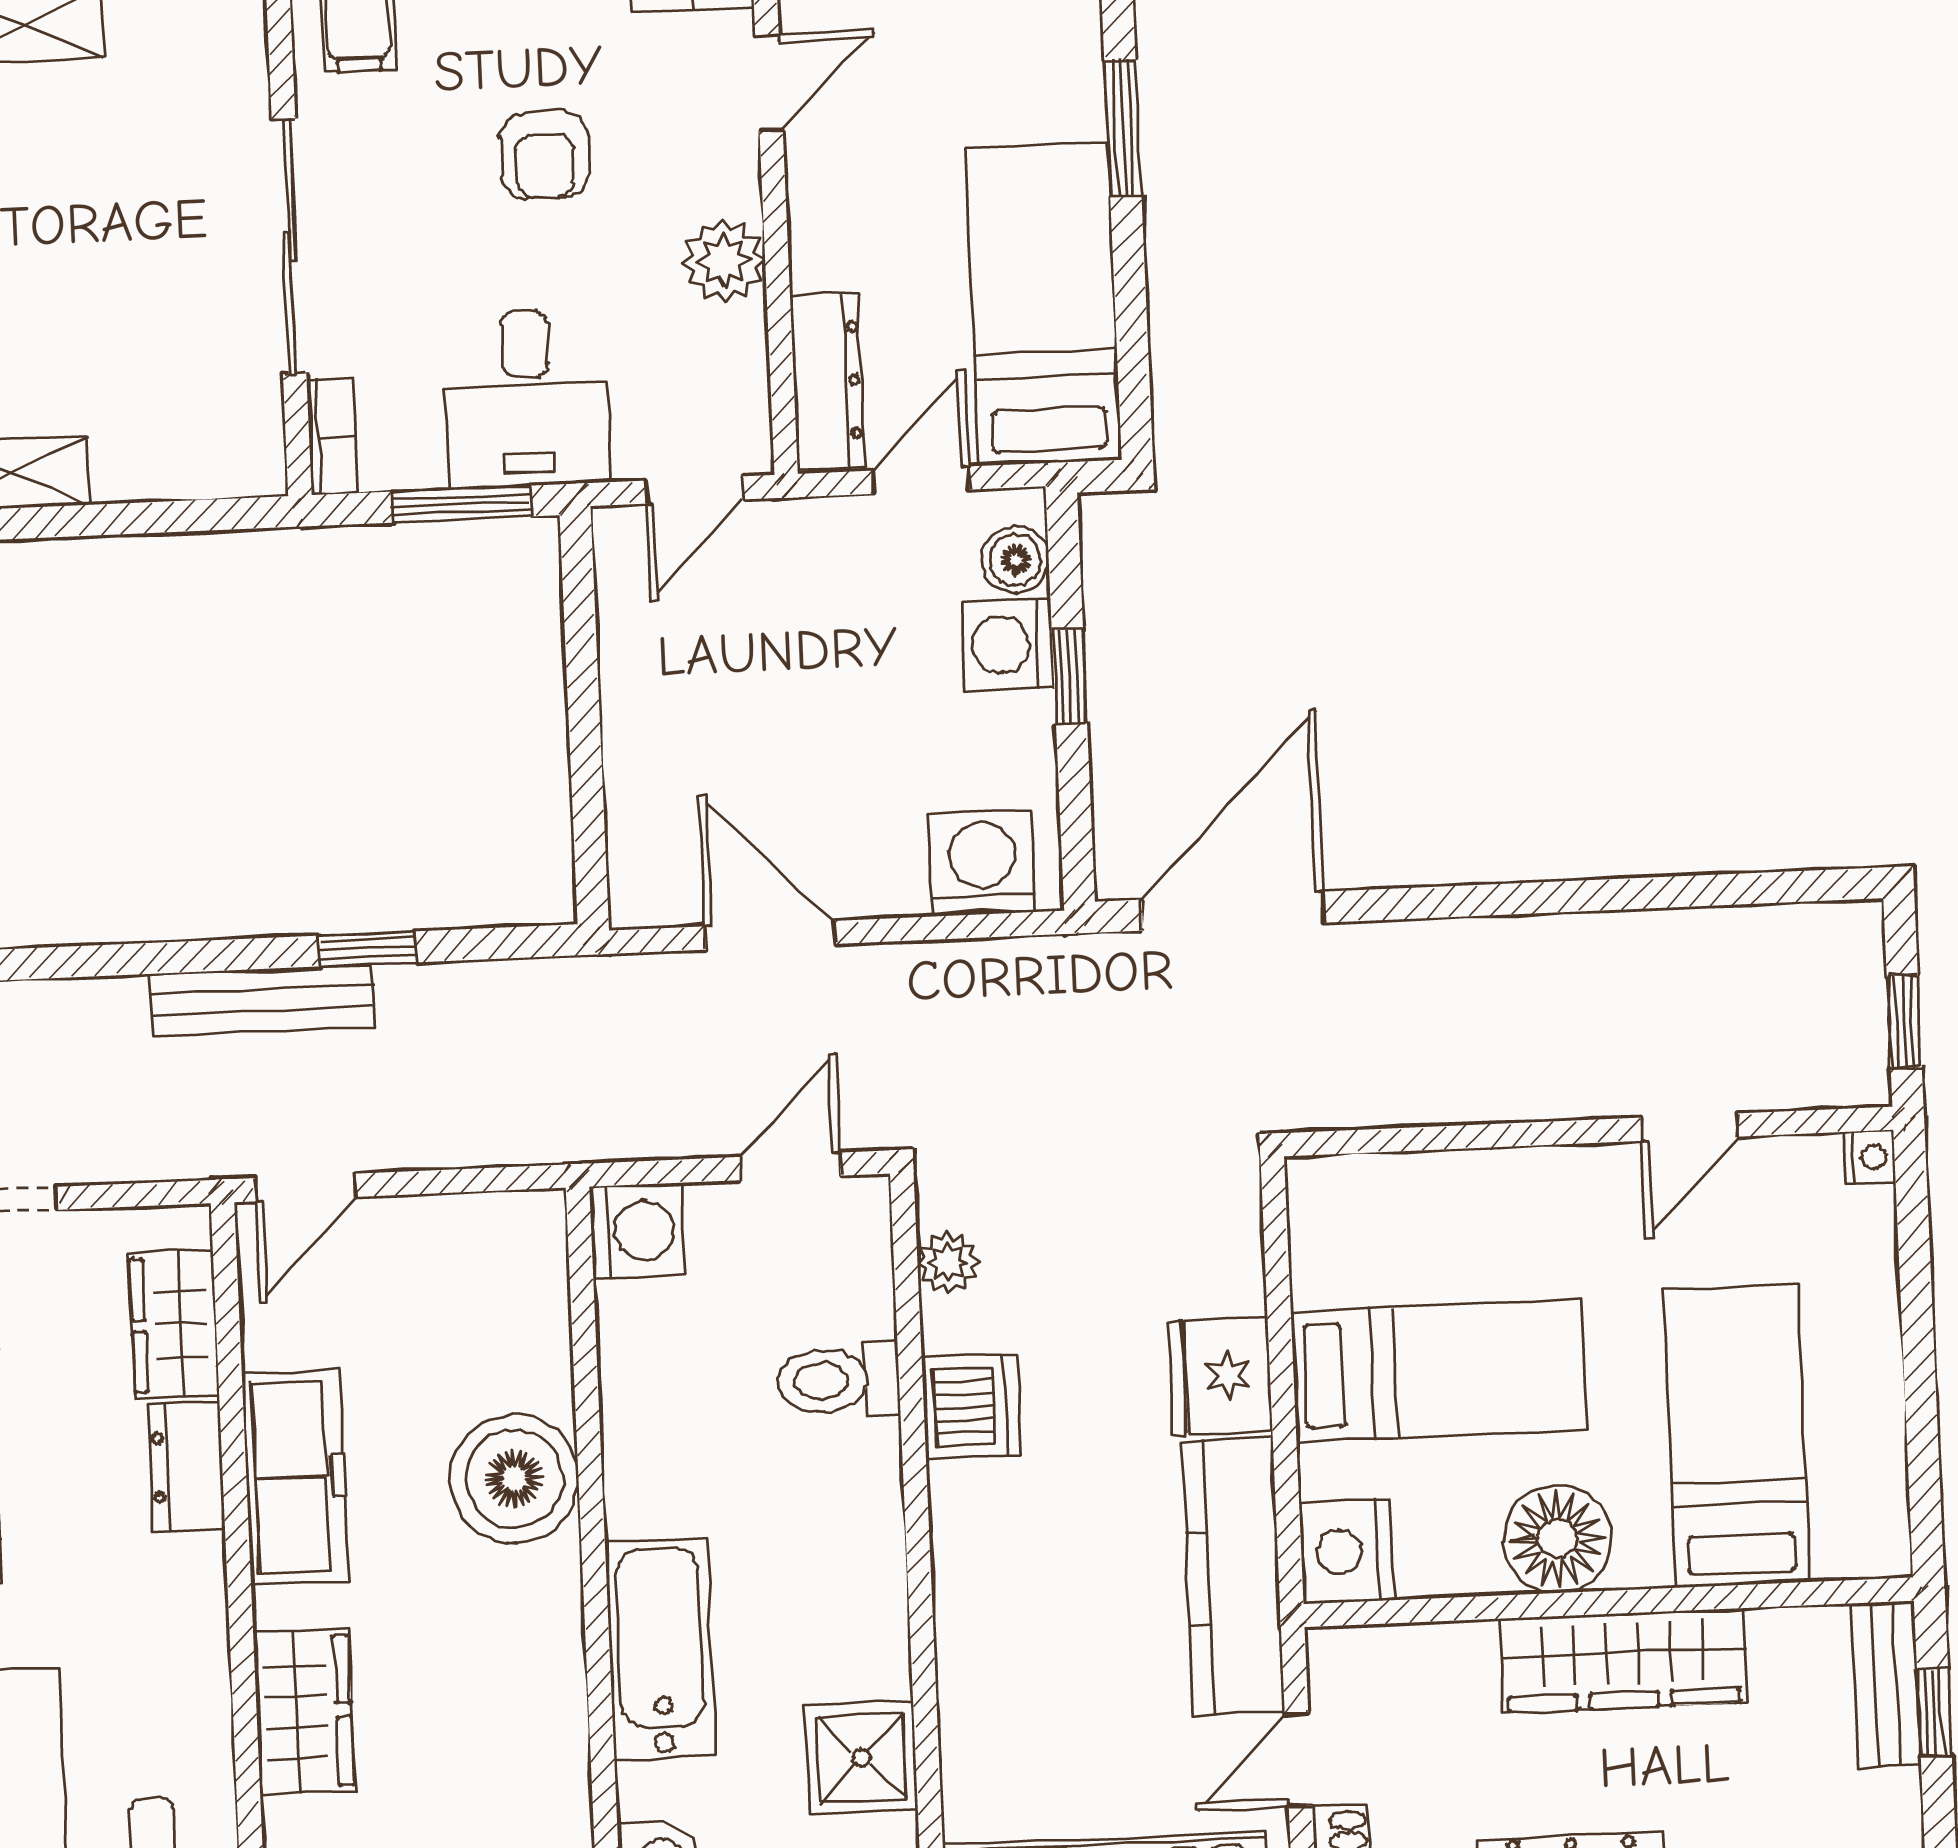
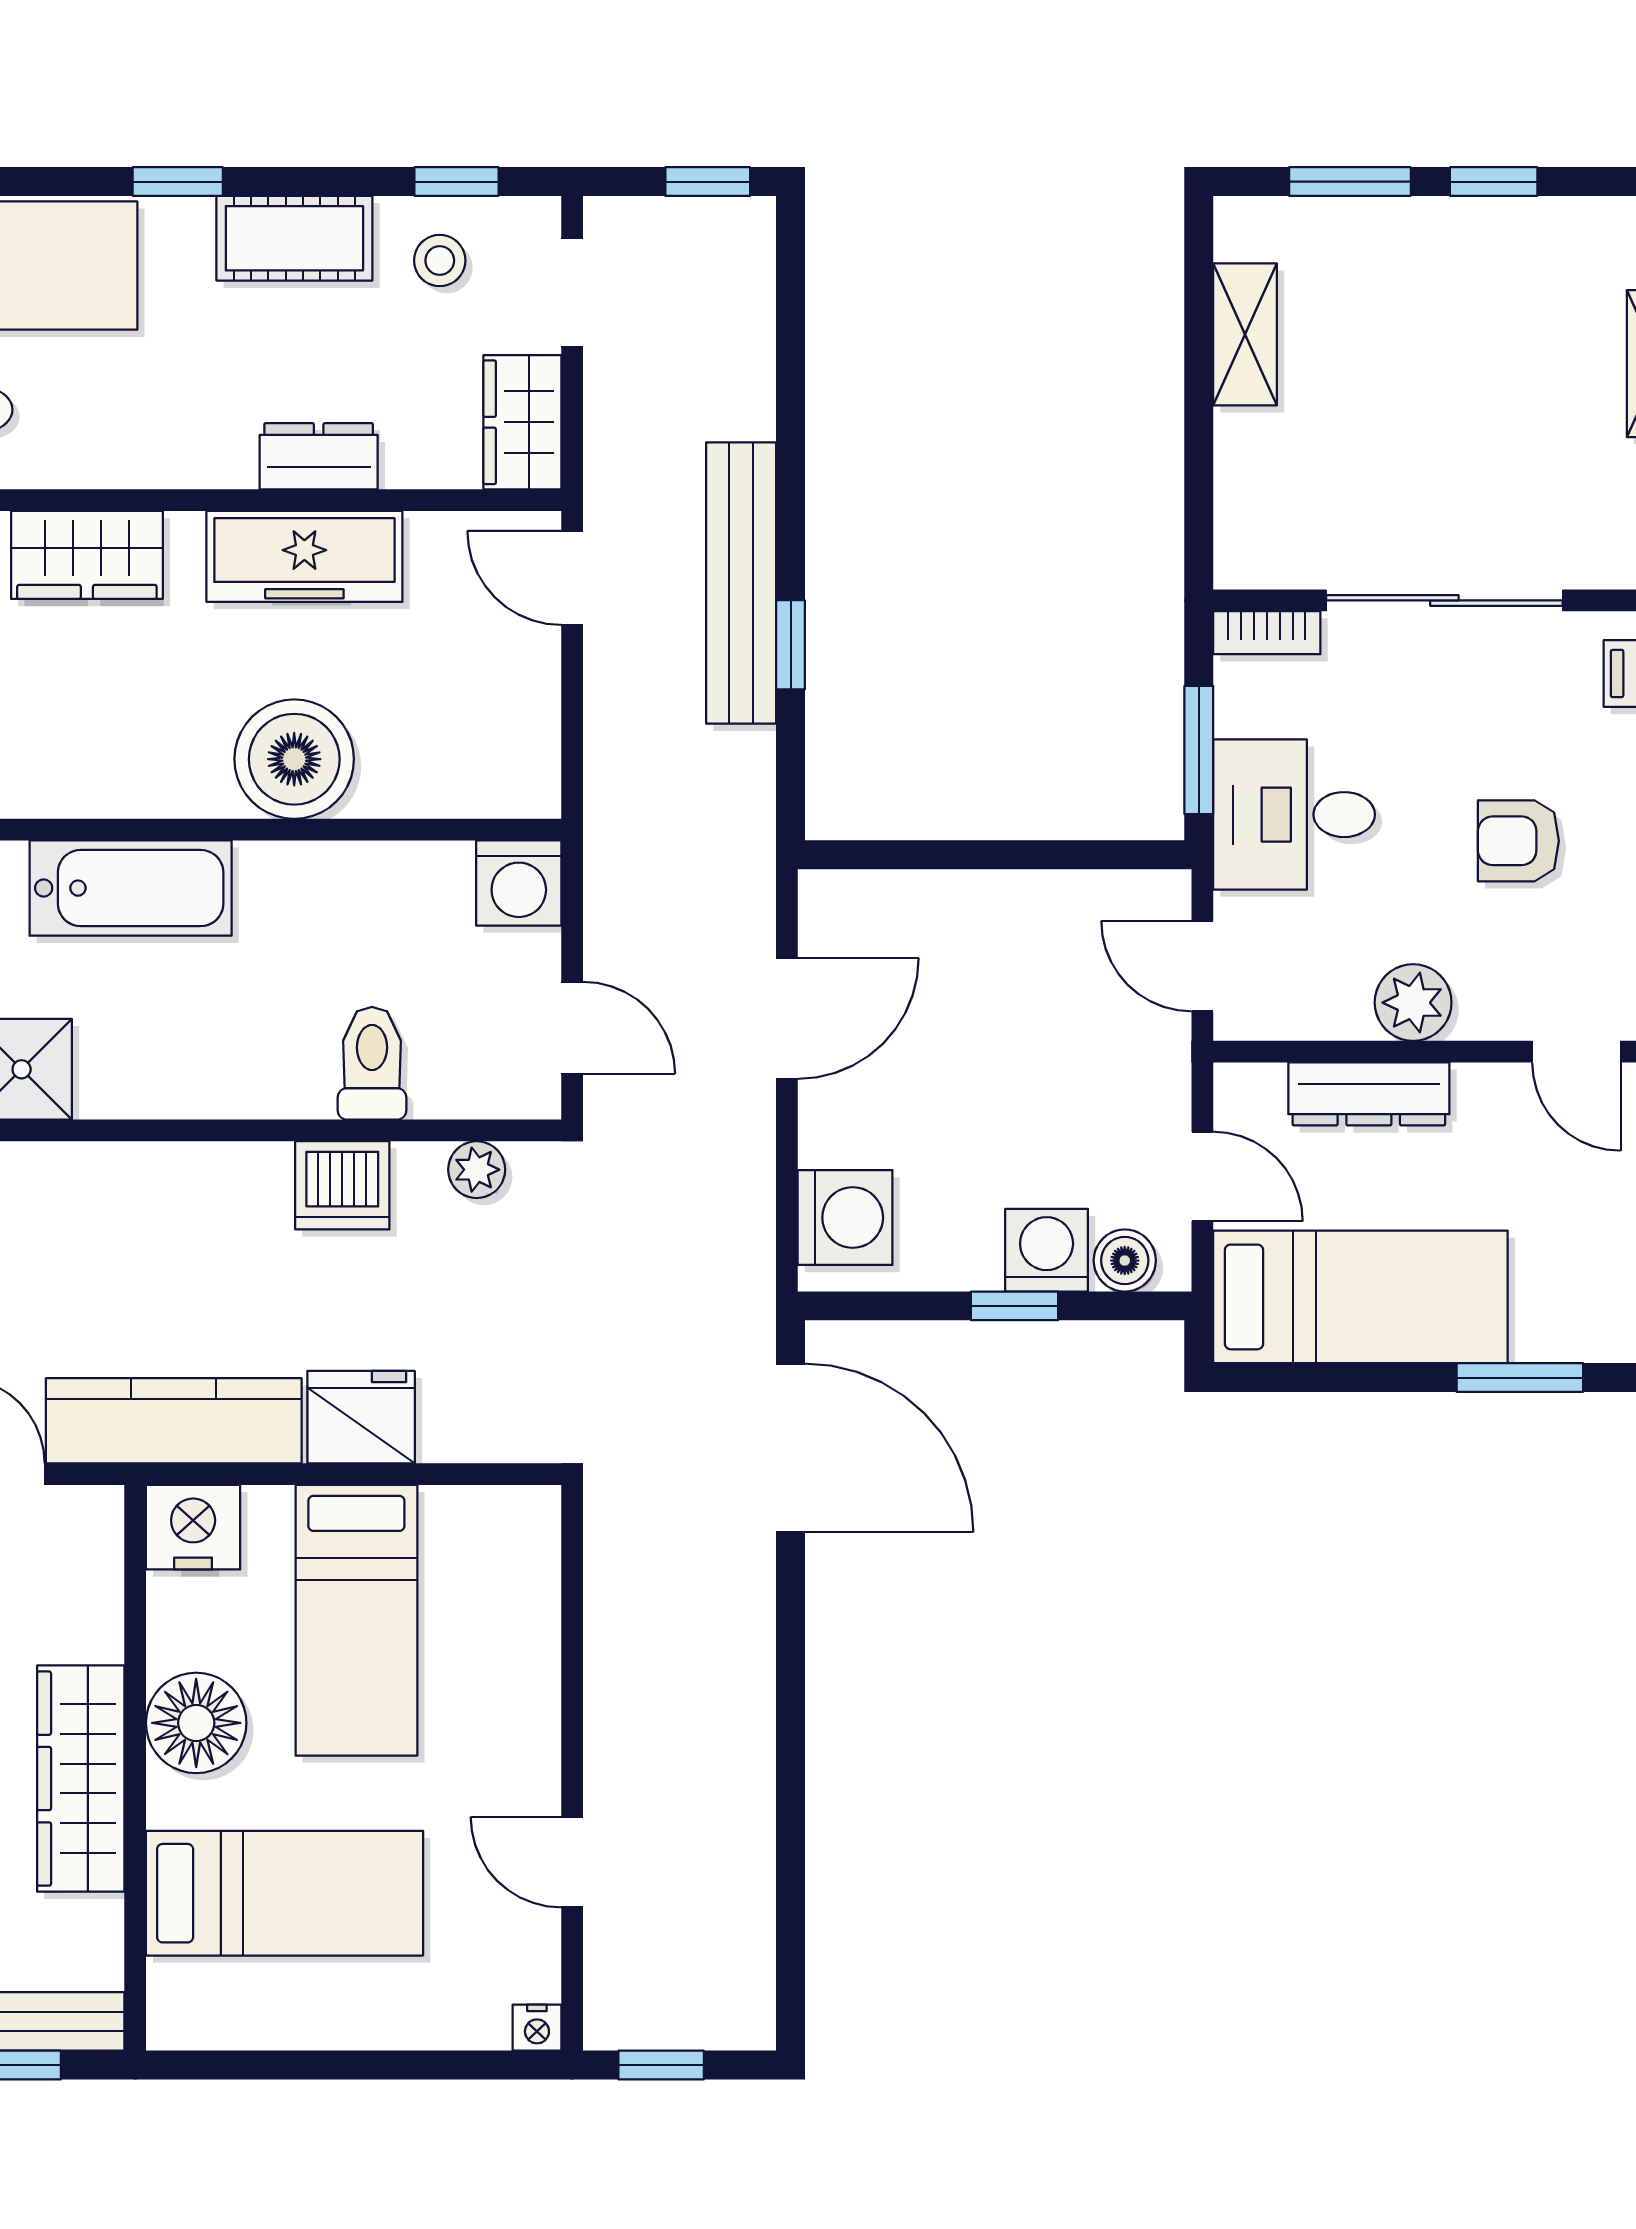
dresser: (828, 381) -> (1369, 1094), moved
bench: (262, 1000) -> (741, 583), width x1.37, depth x1.21
wardrobe: (174, 1324) -> (522, 422), moved, turned -90

